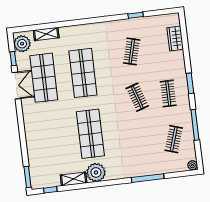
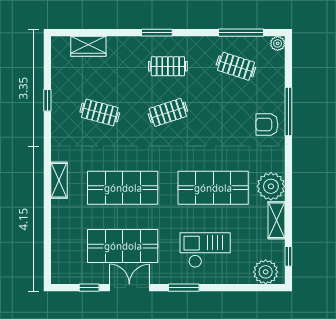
shelving: (46, 34) -> (59, 180), moved
plant: (22, 44) -> (266, 272), moved
window: (195, 125) -> (241, 33), moved
checkout: (48, 133) -> (205, 250), added
armchair: (137, 165) -> (267, 125), added
window: (27, 177) -> (184, 288), moved

